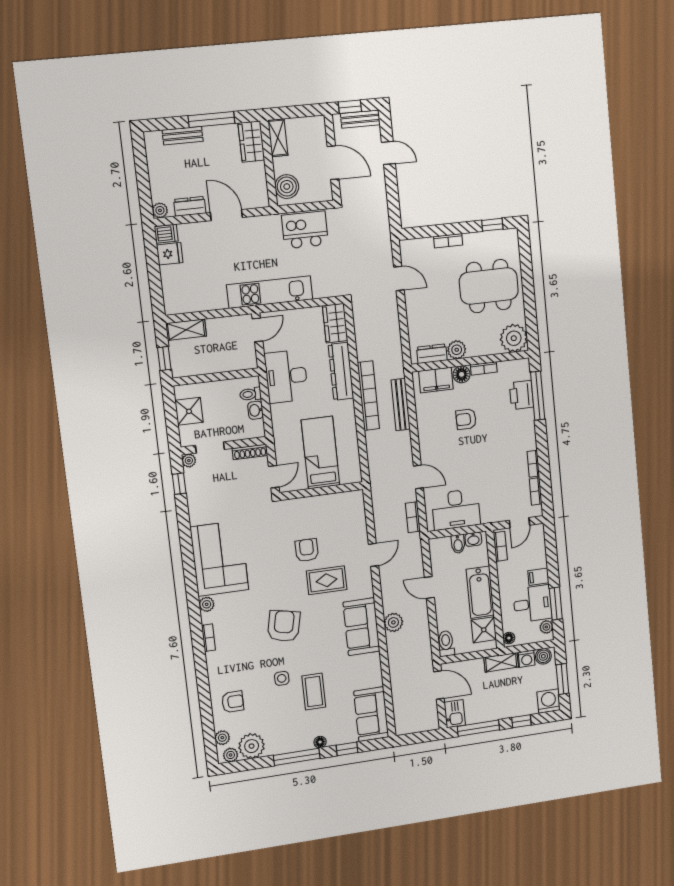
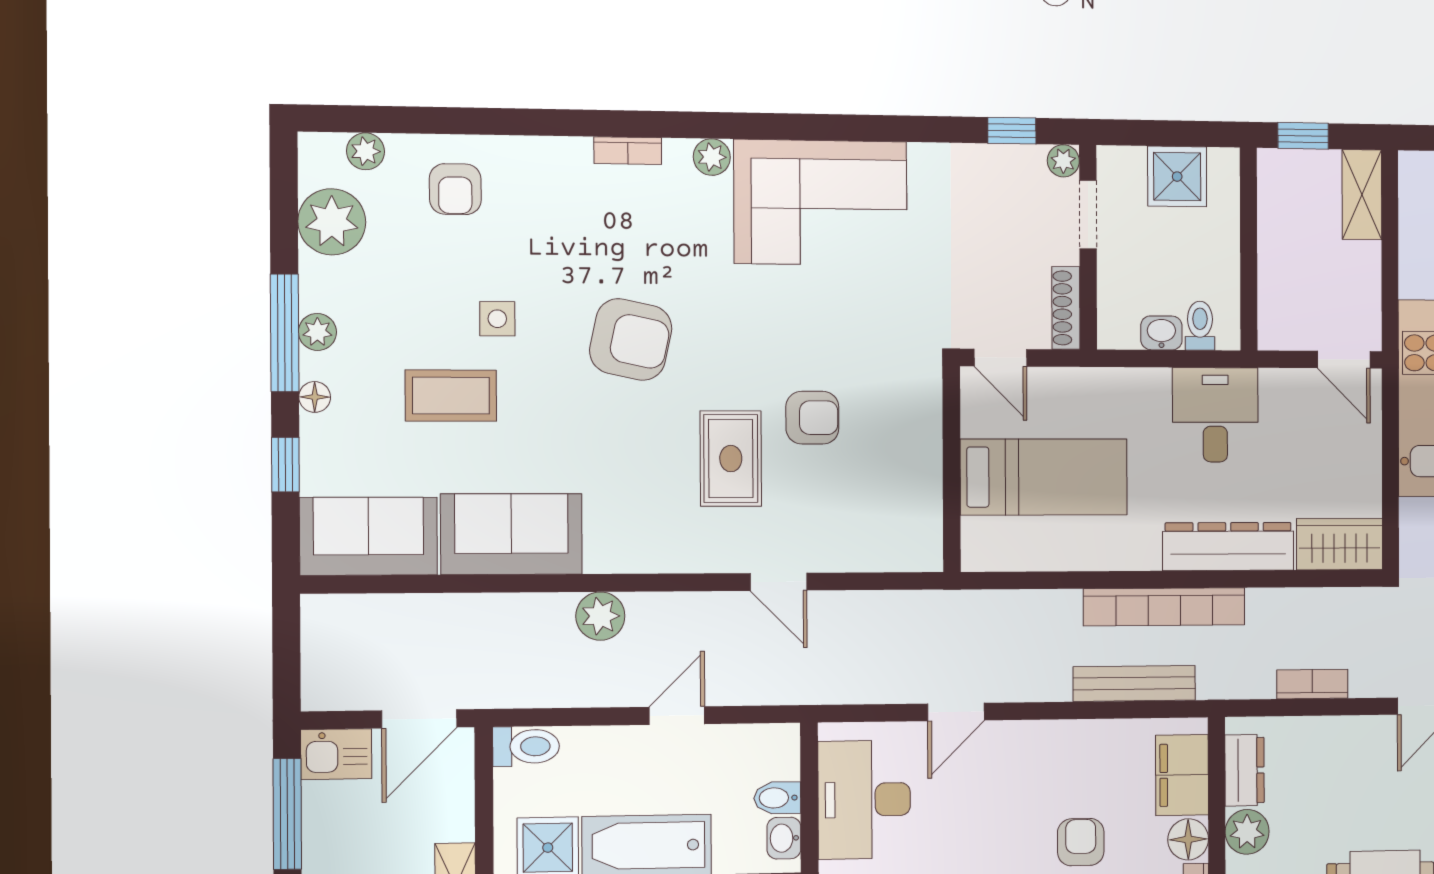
desk: (286, 376) -> (1215, 415), width x0.73
bookcase: (413, 517) -> (1312, 684), moved
sofa: (361, 627) -> (511, 534), moved
plant: (231, 755) -> (317, 332), moved

